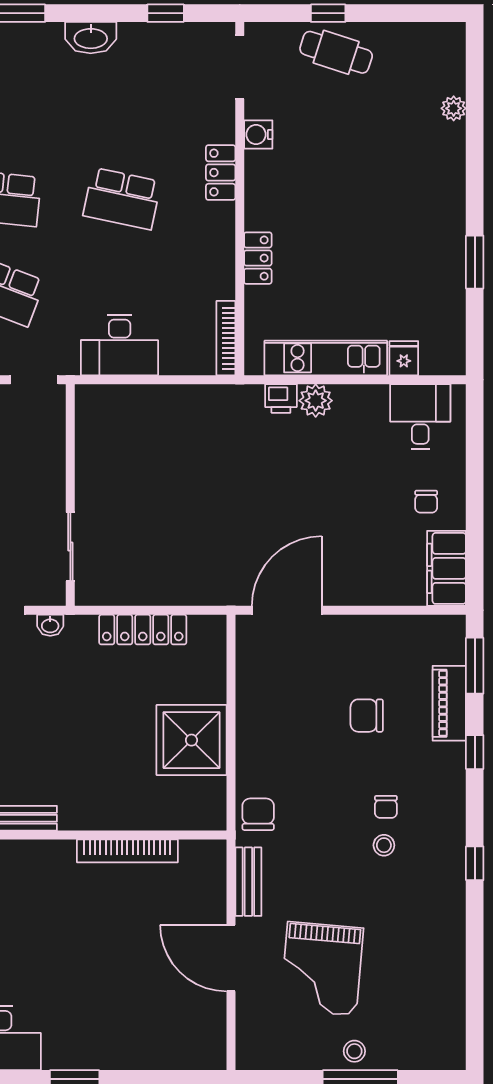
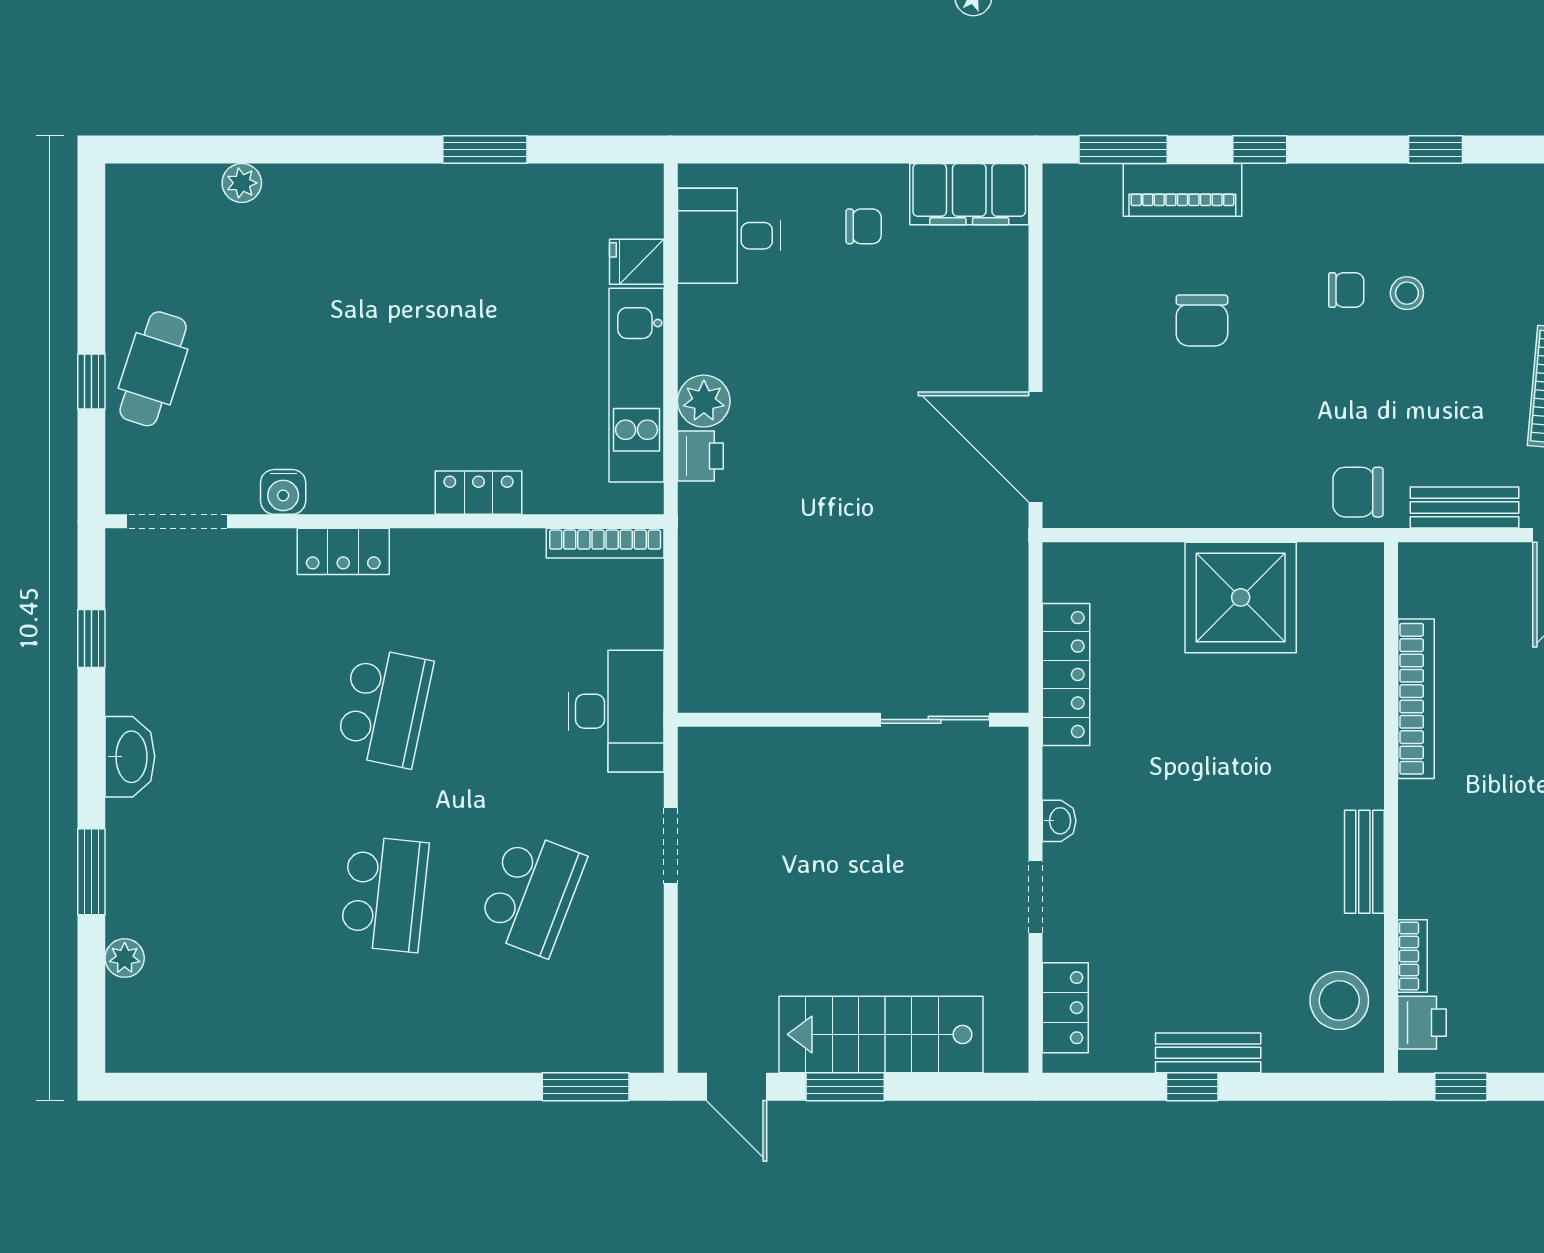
wall: (70, 495) -> (853, 720), moved
sliding door: (70, 547) -> (935, 720), moved

